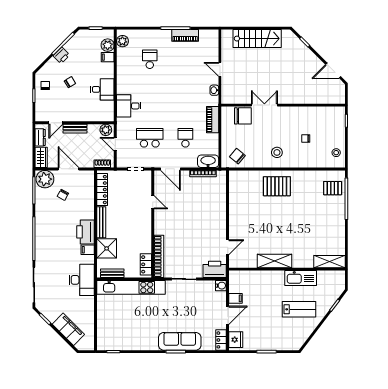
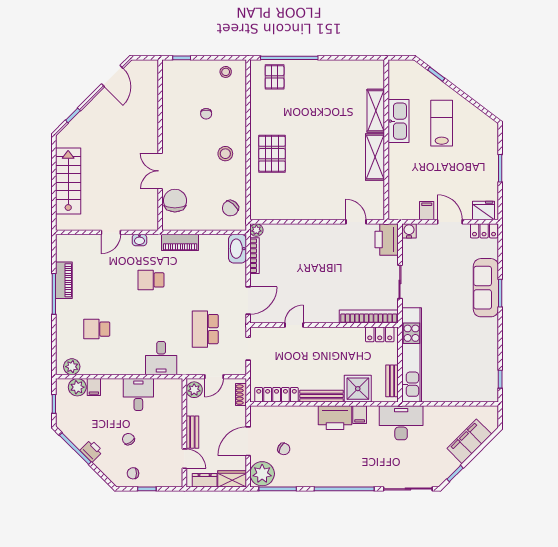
school desk: (185, 138) -> (151, 280), moved
plant: (222, 175) -> (256, 230), added
shelving: (329, 262) -> (376, 111), moved

